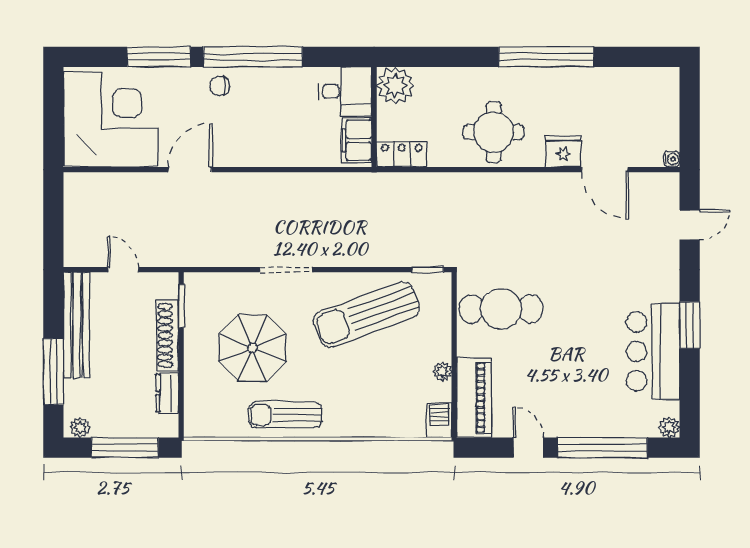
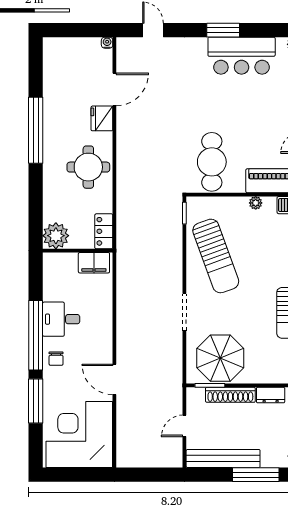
desk: (345, 91) -> (61, 319), moved, turned -90
parasol: (252, 348) -> (220, 358), moved

